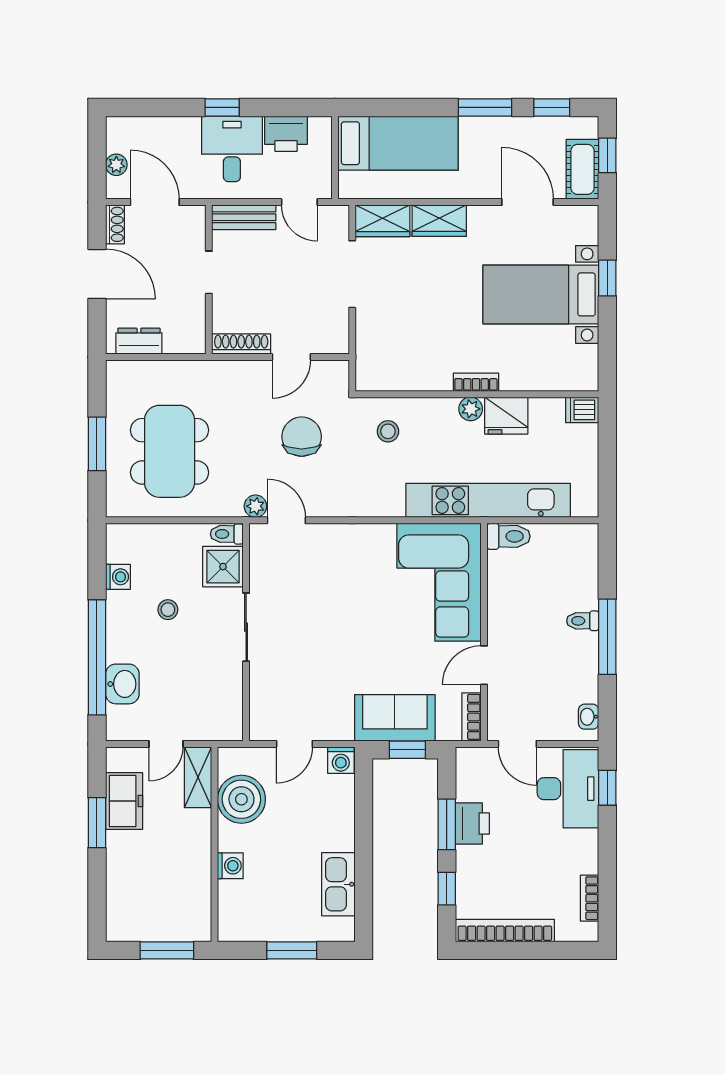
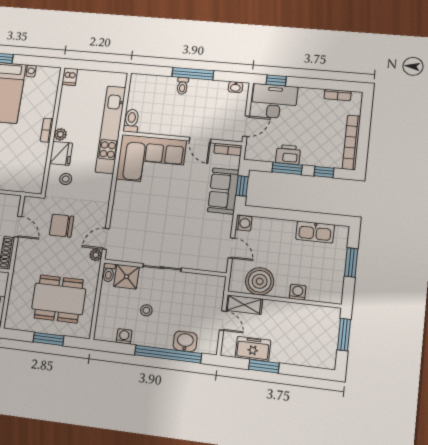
fridge: (506, 416) -> (61, 153), moved

